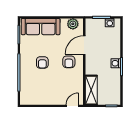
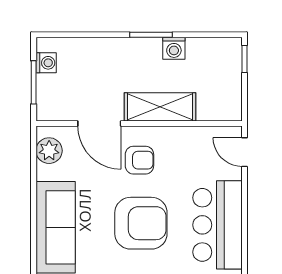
armchair: (42, 62) -> (141, 223), width x1.88, depth x1.88
washing machine: (116, 63) -> (174, 48), moved
shelving: (91, 90) -> (160, 107), moved
bar counter: (42, 95) -> (218, 225), added

